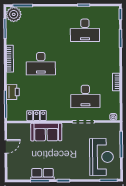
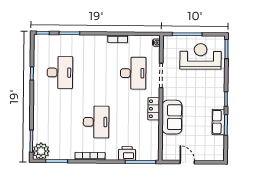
locker: (37, 116) -> (154, 109), moved

